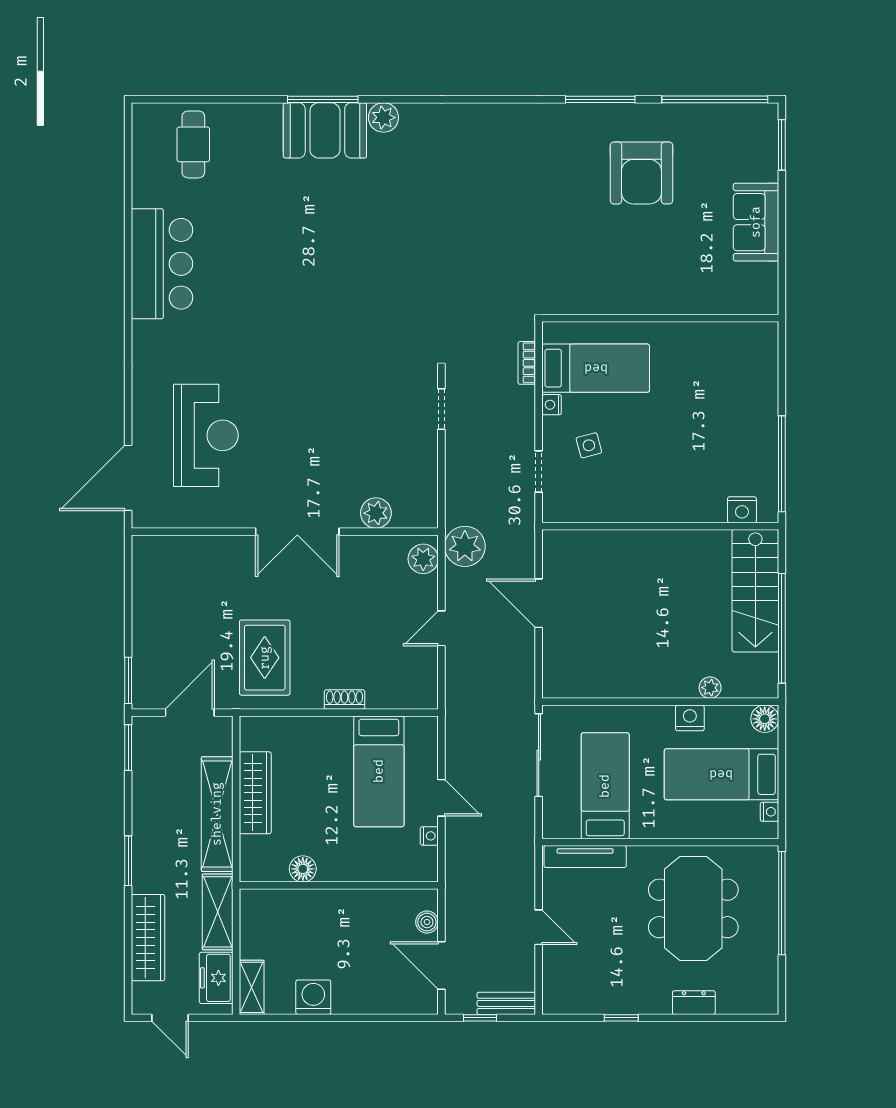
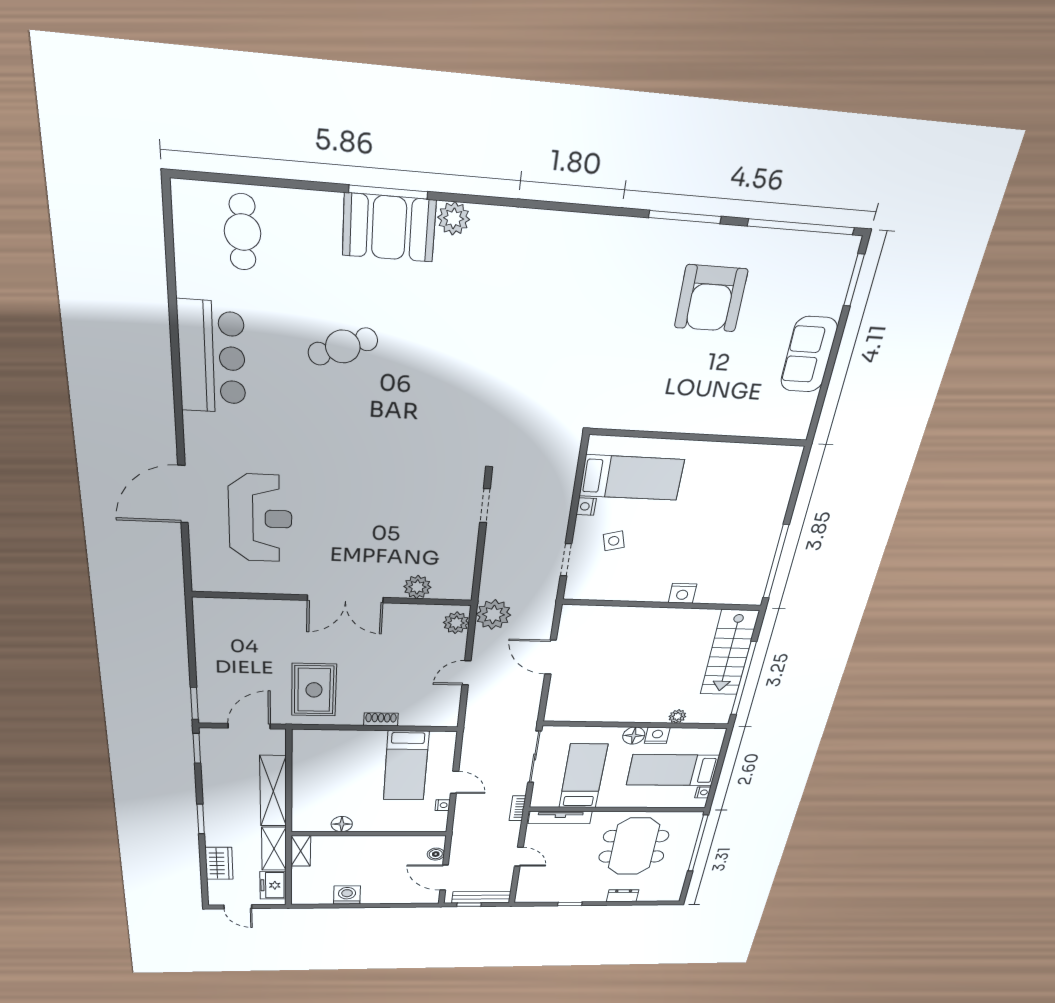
cafe table: (286, 245) -> (343, 347), added
bookcase: (527, 363) -> (518, 808), moved
door: (128, 478) -> (183, 494), moved
nightstand: (742, 510) -> (682, 593), moved
floor lamp: (765, 719) -> (634, 736), moved
wardrobe: (255, 793) -> (305, 778), removed
wardrobe: (148, 938) -> (219, 863), width x0.67
shelving: (252, 987) -> (301, 851), moved
bench: (506, 1003) -> (481, 897), width x1.36

